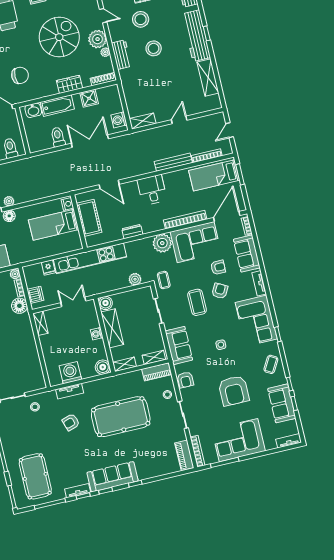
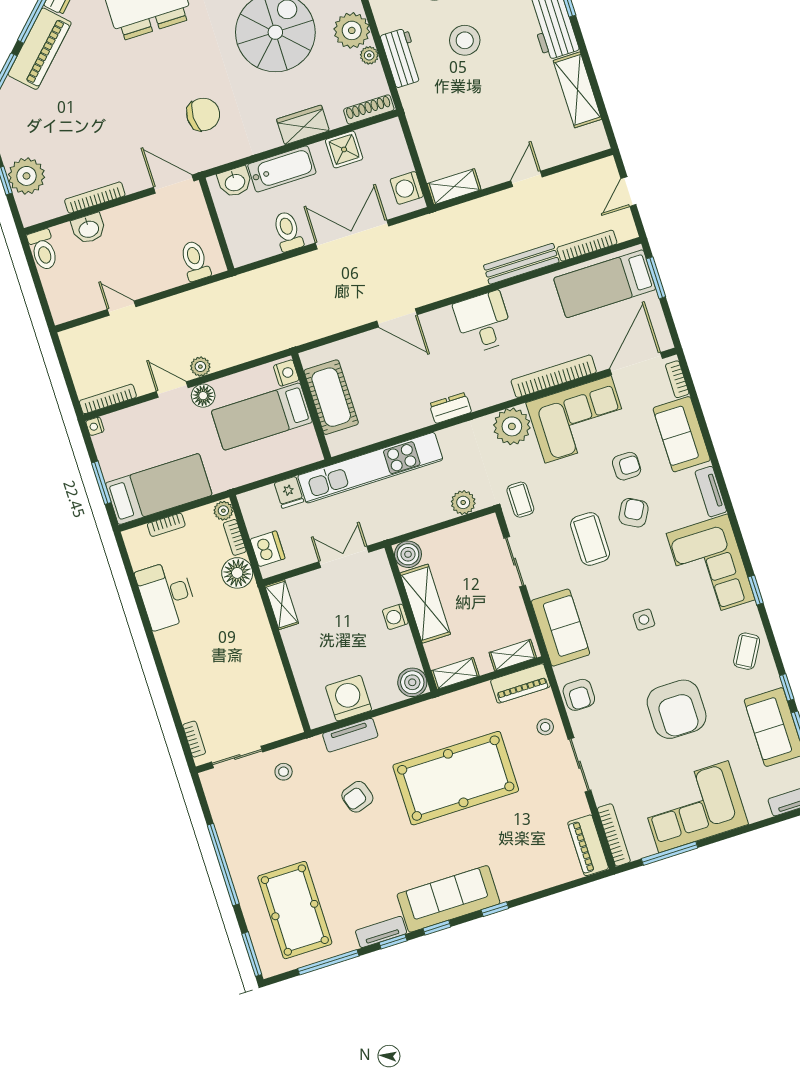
nightstand: (67, 204) -> (286, 373), moved
cot: (89, 218) -> (331, 397), moved
wall: (79, 222) -> (311, 406), moved
bed: (54, 225) -> (262, 416), moved

